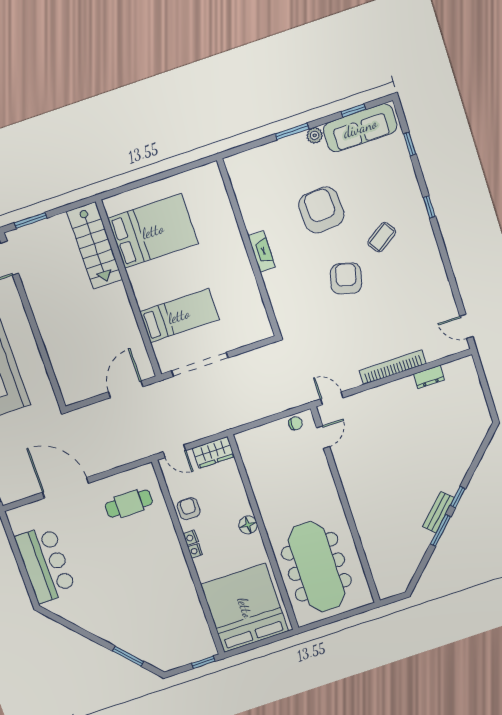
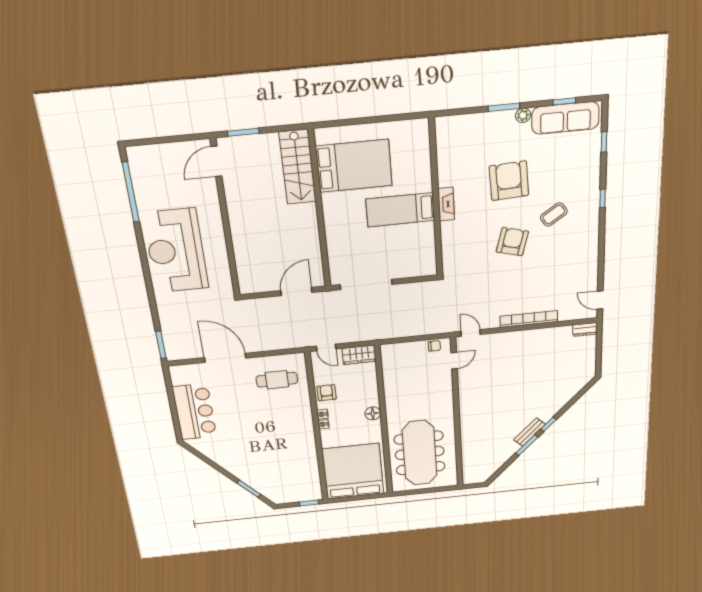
bed: (179, 316) -> (400, 210), moved, turned 180
dresser: (429, 377) -> (585, 329), moved

